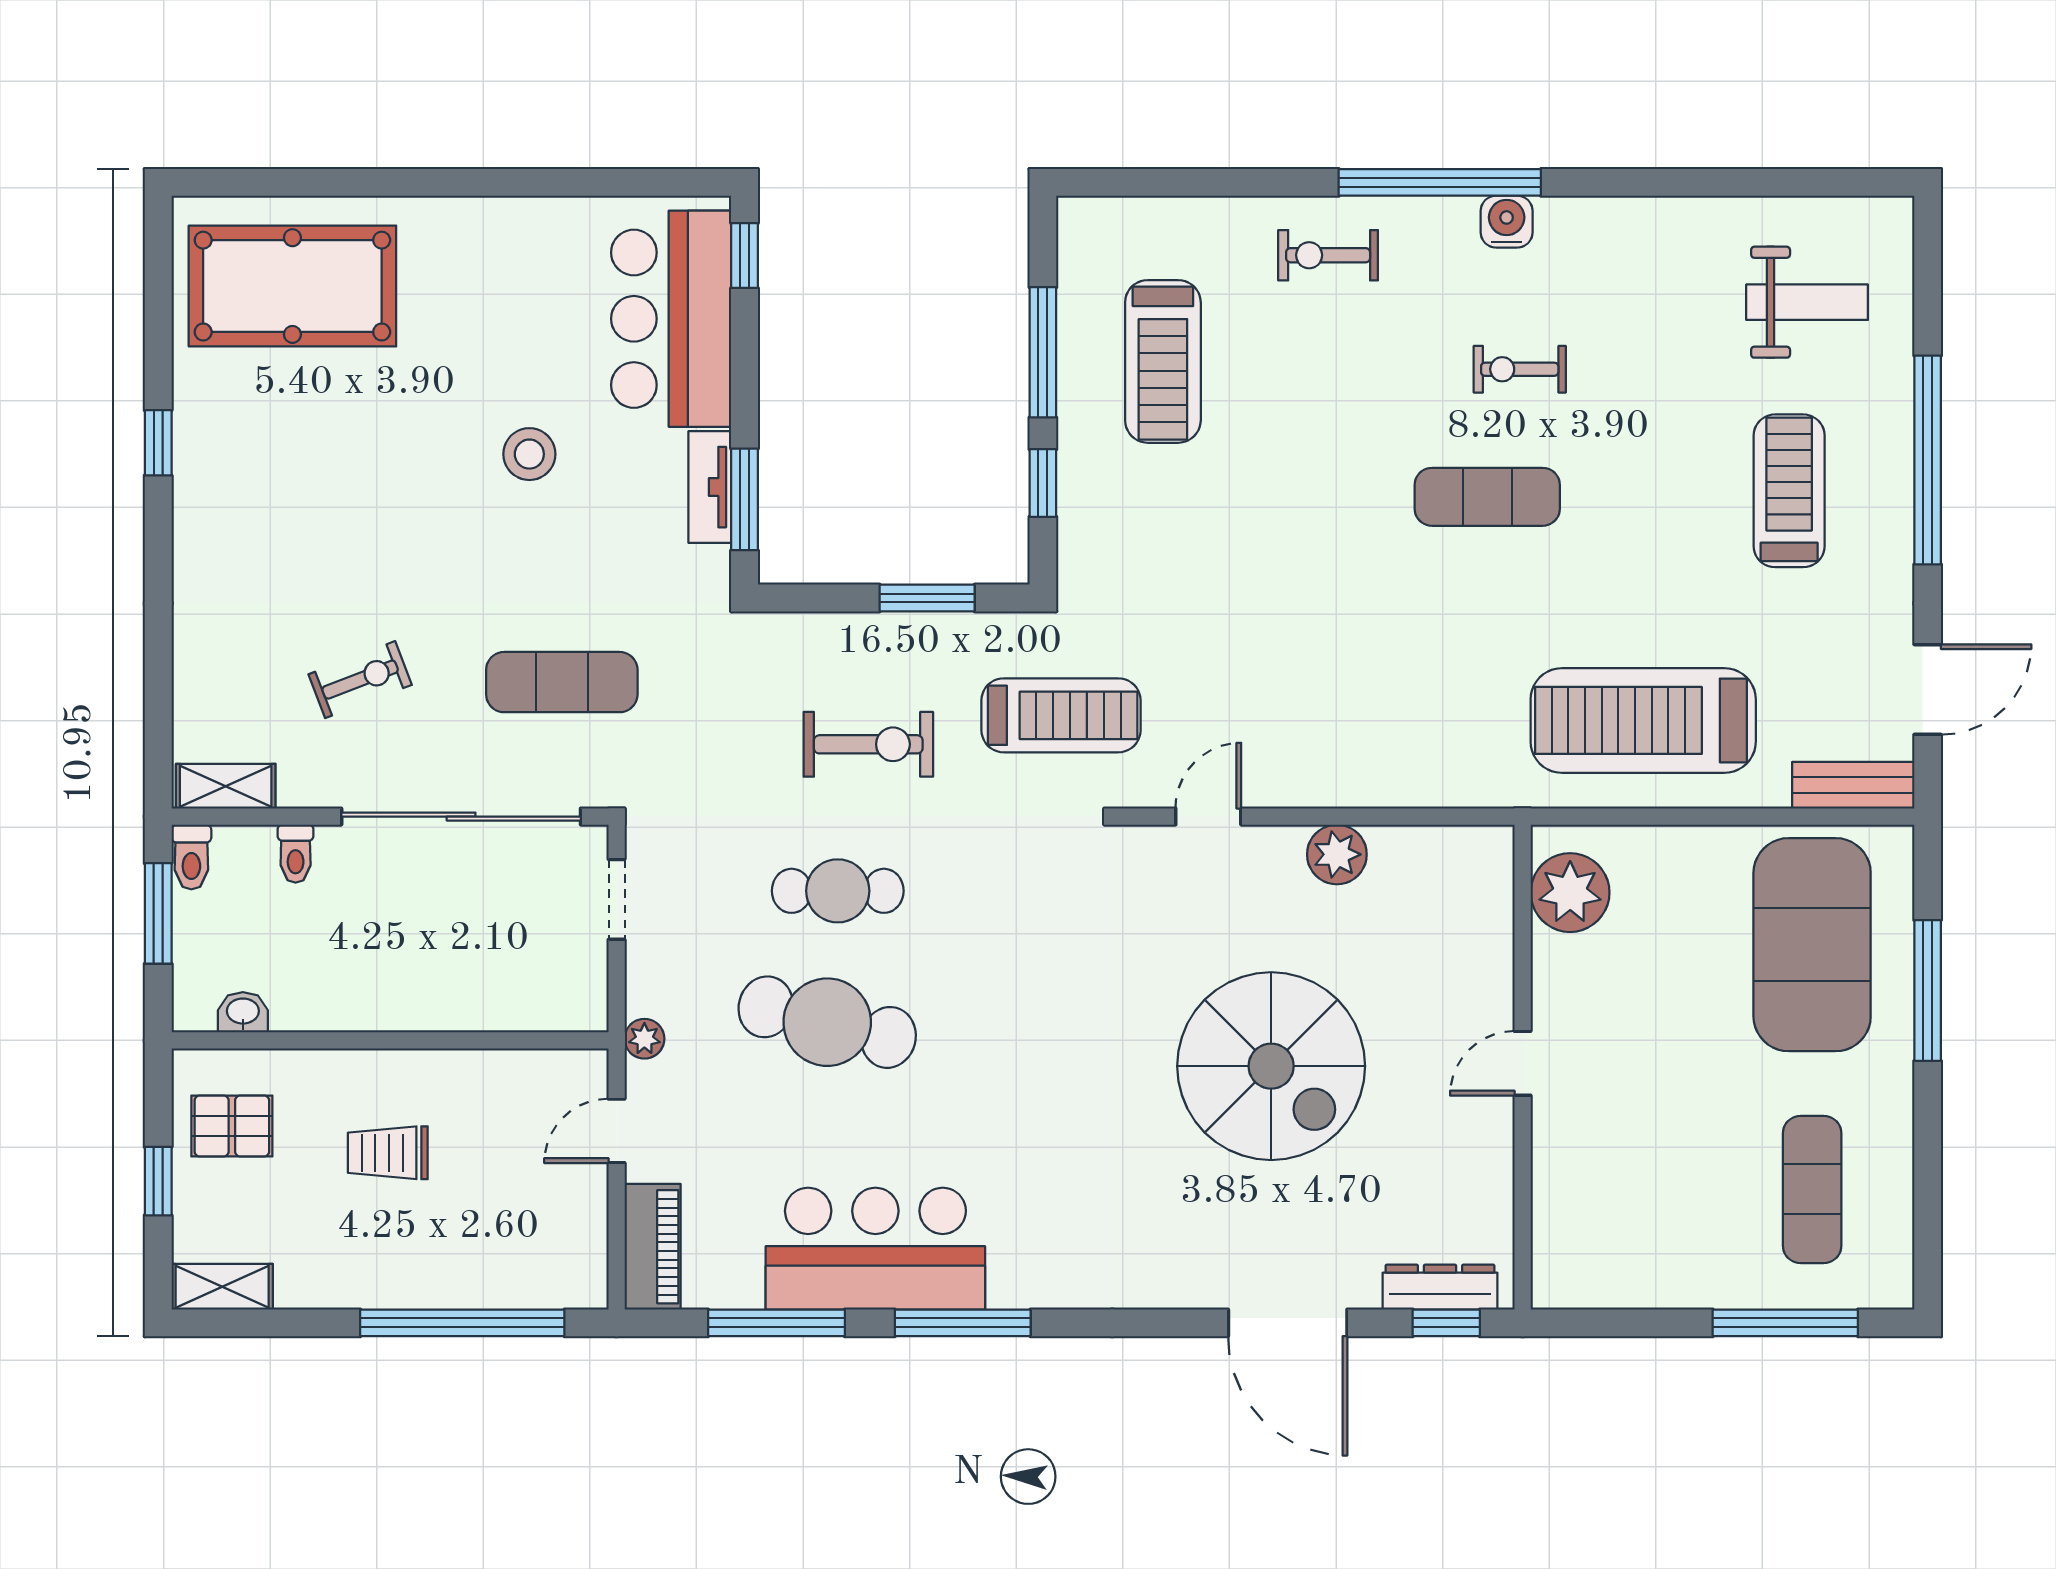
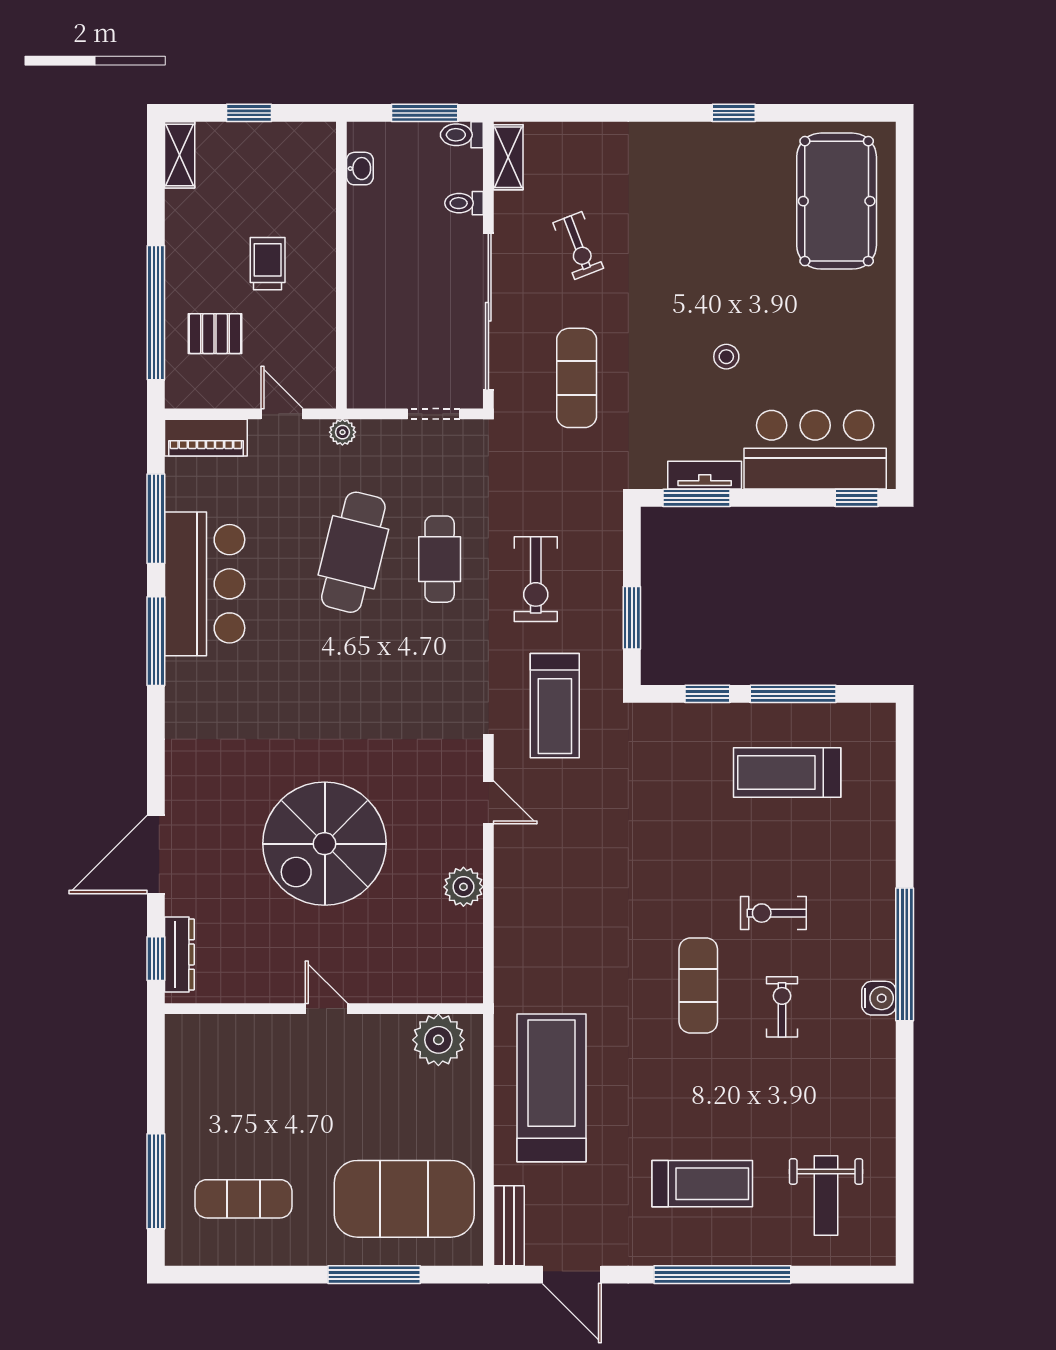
exercise bike: (1328, 255) -> (773, 913), moved, turned -90
stool: (529, 454) -> (726, 357), width x0.73, depth x0.73
pallet: (232, 1126) -> (215, 334), moved, turned 90

